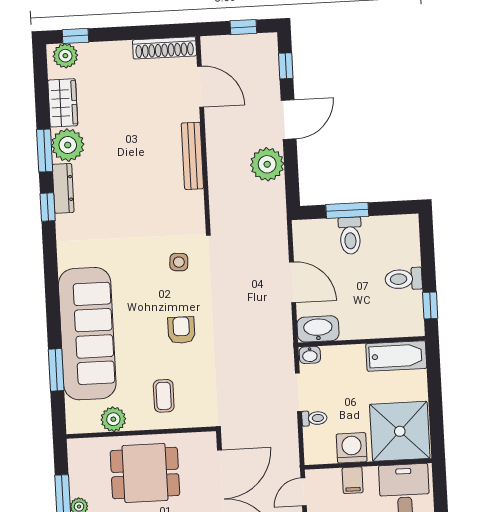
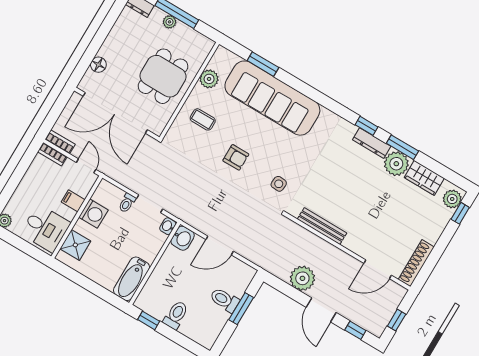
bench: (192, 156) -> (322, 226), moved
washbasin: (318, 329) -> (183, 238), width x0.72
shower: (400, 431) -> (75, 245), width x0.54, depth x0.54

